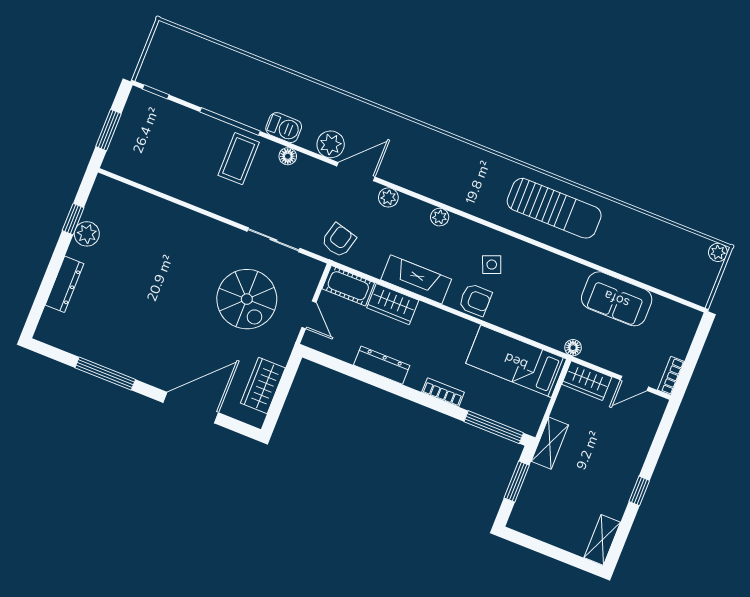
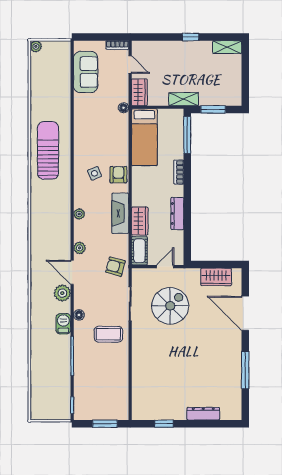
coffee table: (239, 159) -> (108, 334), moved
plant: (87, 234) -> (169, 412), removed
sofa: (617, 299) -> (86, 72), moved

